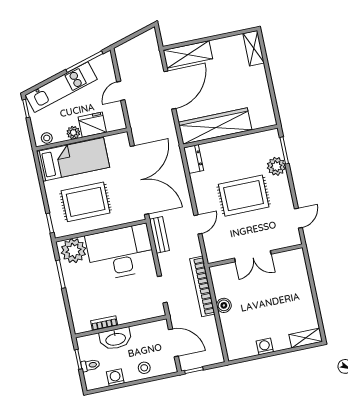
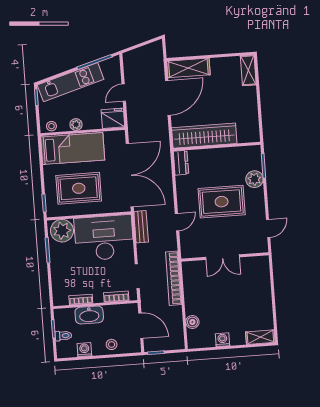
fridge: (92, 125) -> (113, 118), moved
boiler: (224, 305) -> (192, 322), moved
bookcase: (142, 315) -> (116, 297), added

